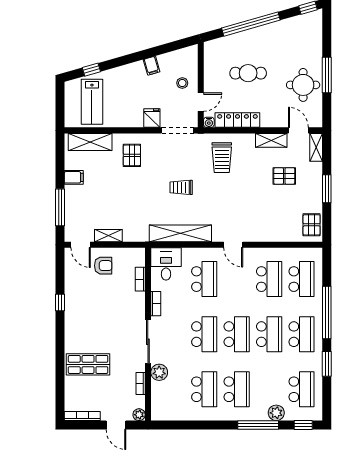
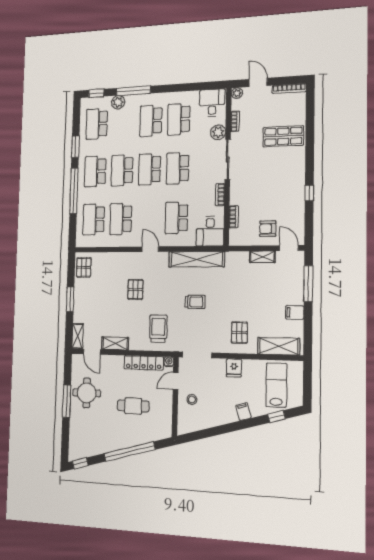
filing cabinet: (152, 66) -> (243, 412), moved
fridge: (152, 118) -> (234, 368), moved
pallet: (284, 176) -> (135, 289), moved, turned 90
desk: (167, 406) -> (212, 103), added

